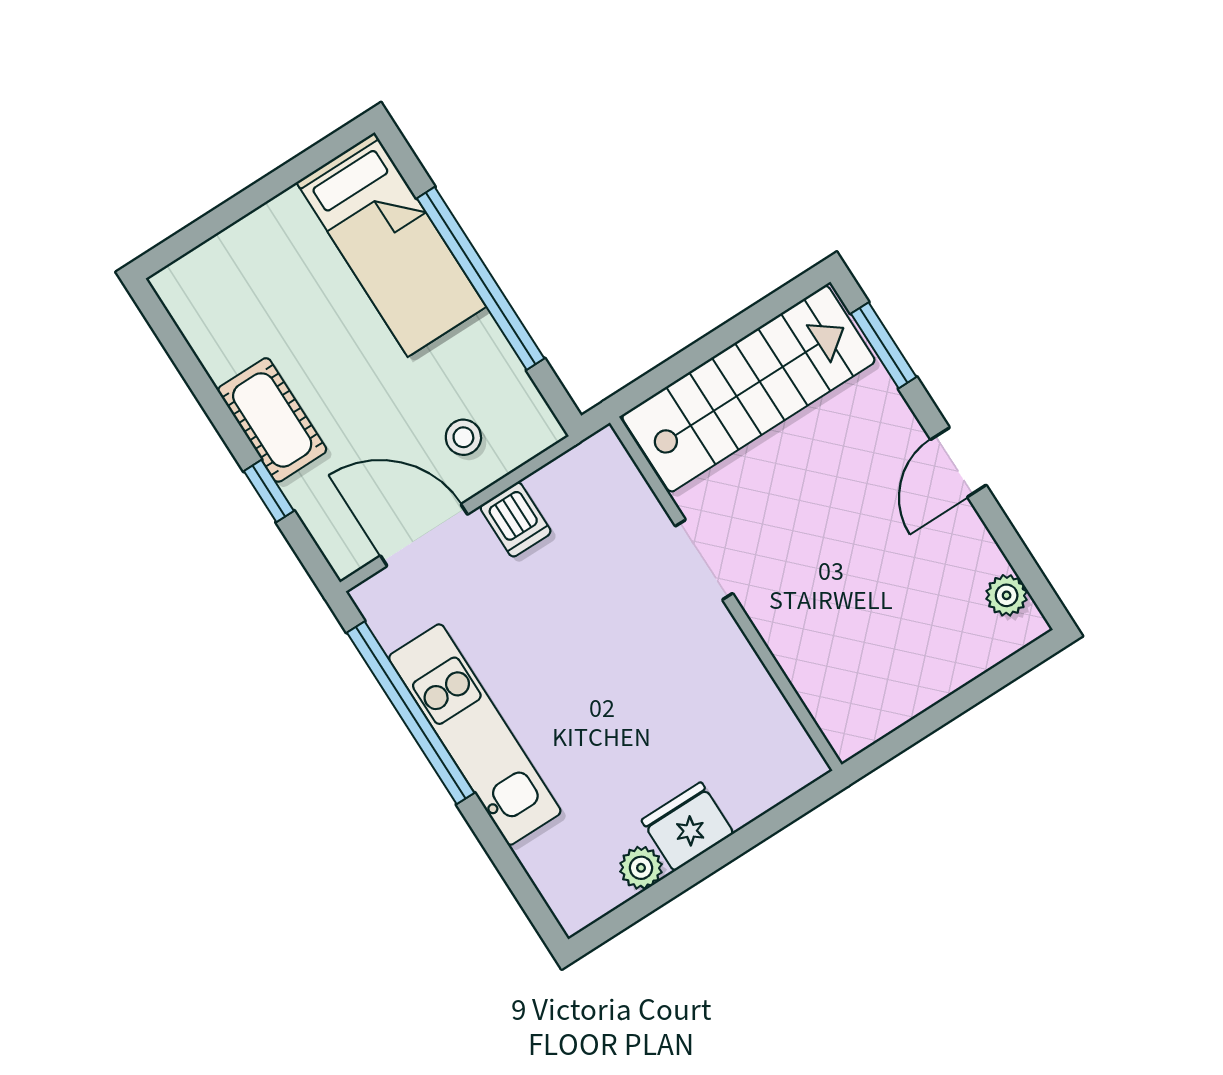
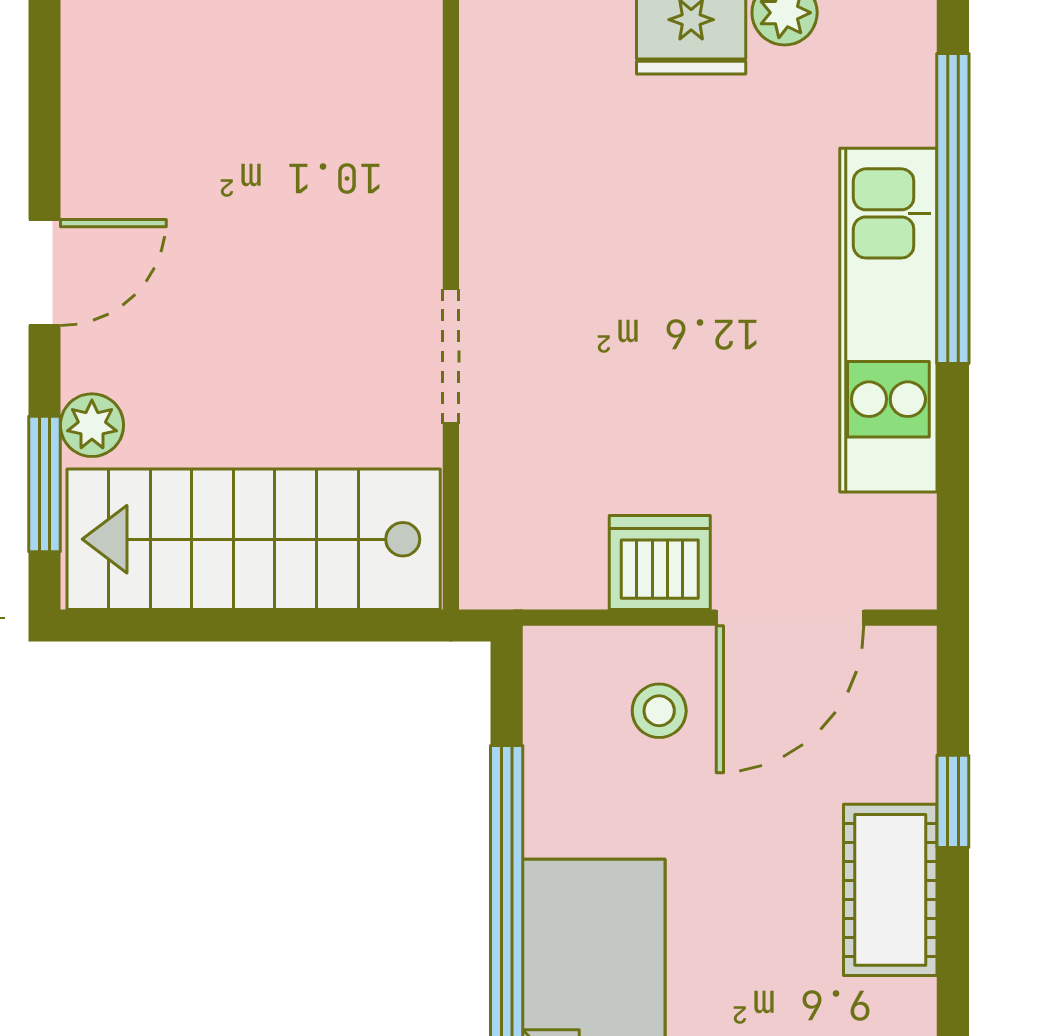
dishwasher: (516, 520) -> (660, 562), width x1.38
door: (424, 535) -> (790, 618), hinge flipped
plant: (1007, 595) -> (92, 425), moved
window: (411, 713) -> (953, 208), moved

